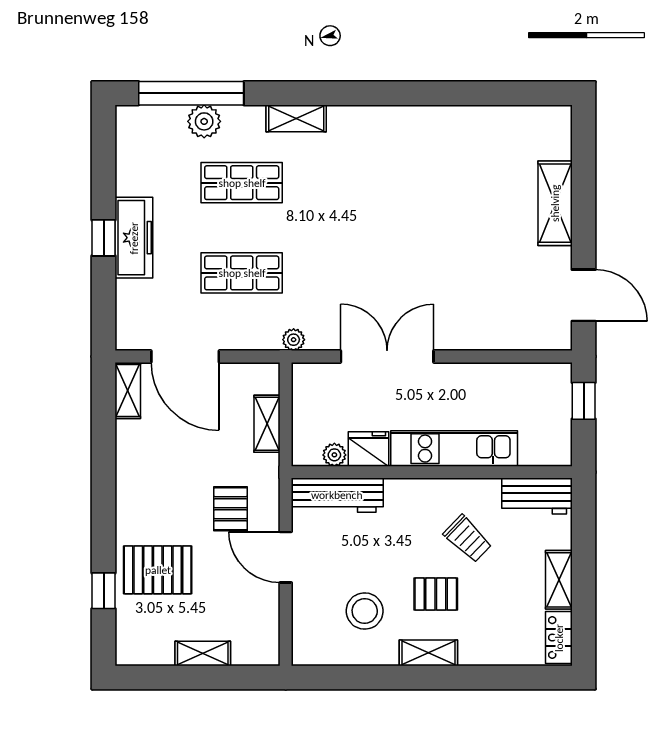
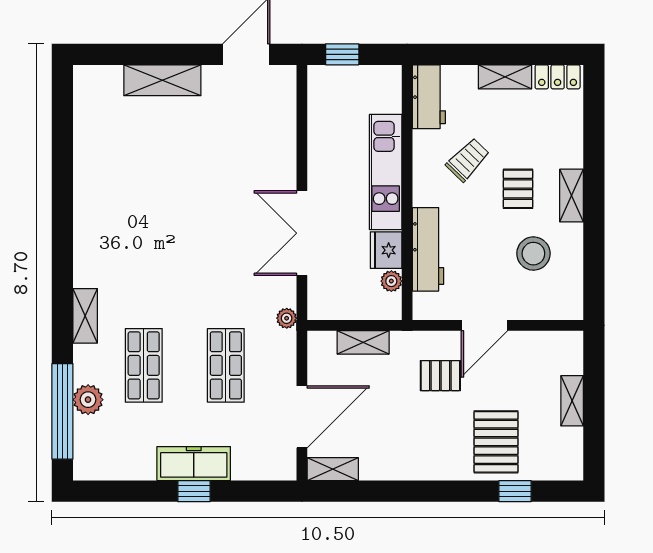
workbench: (337, 495) -> (428, 249), moved

